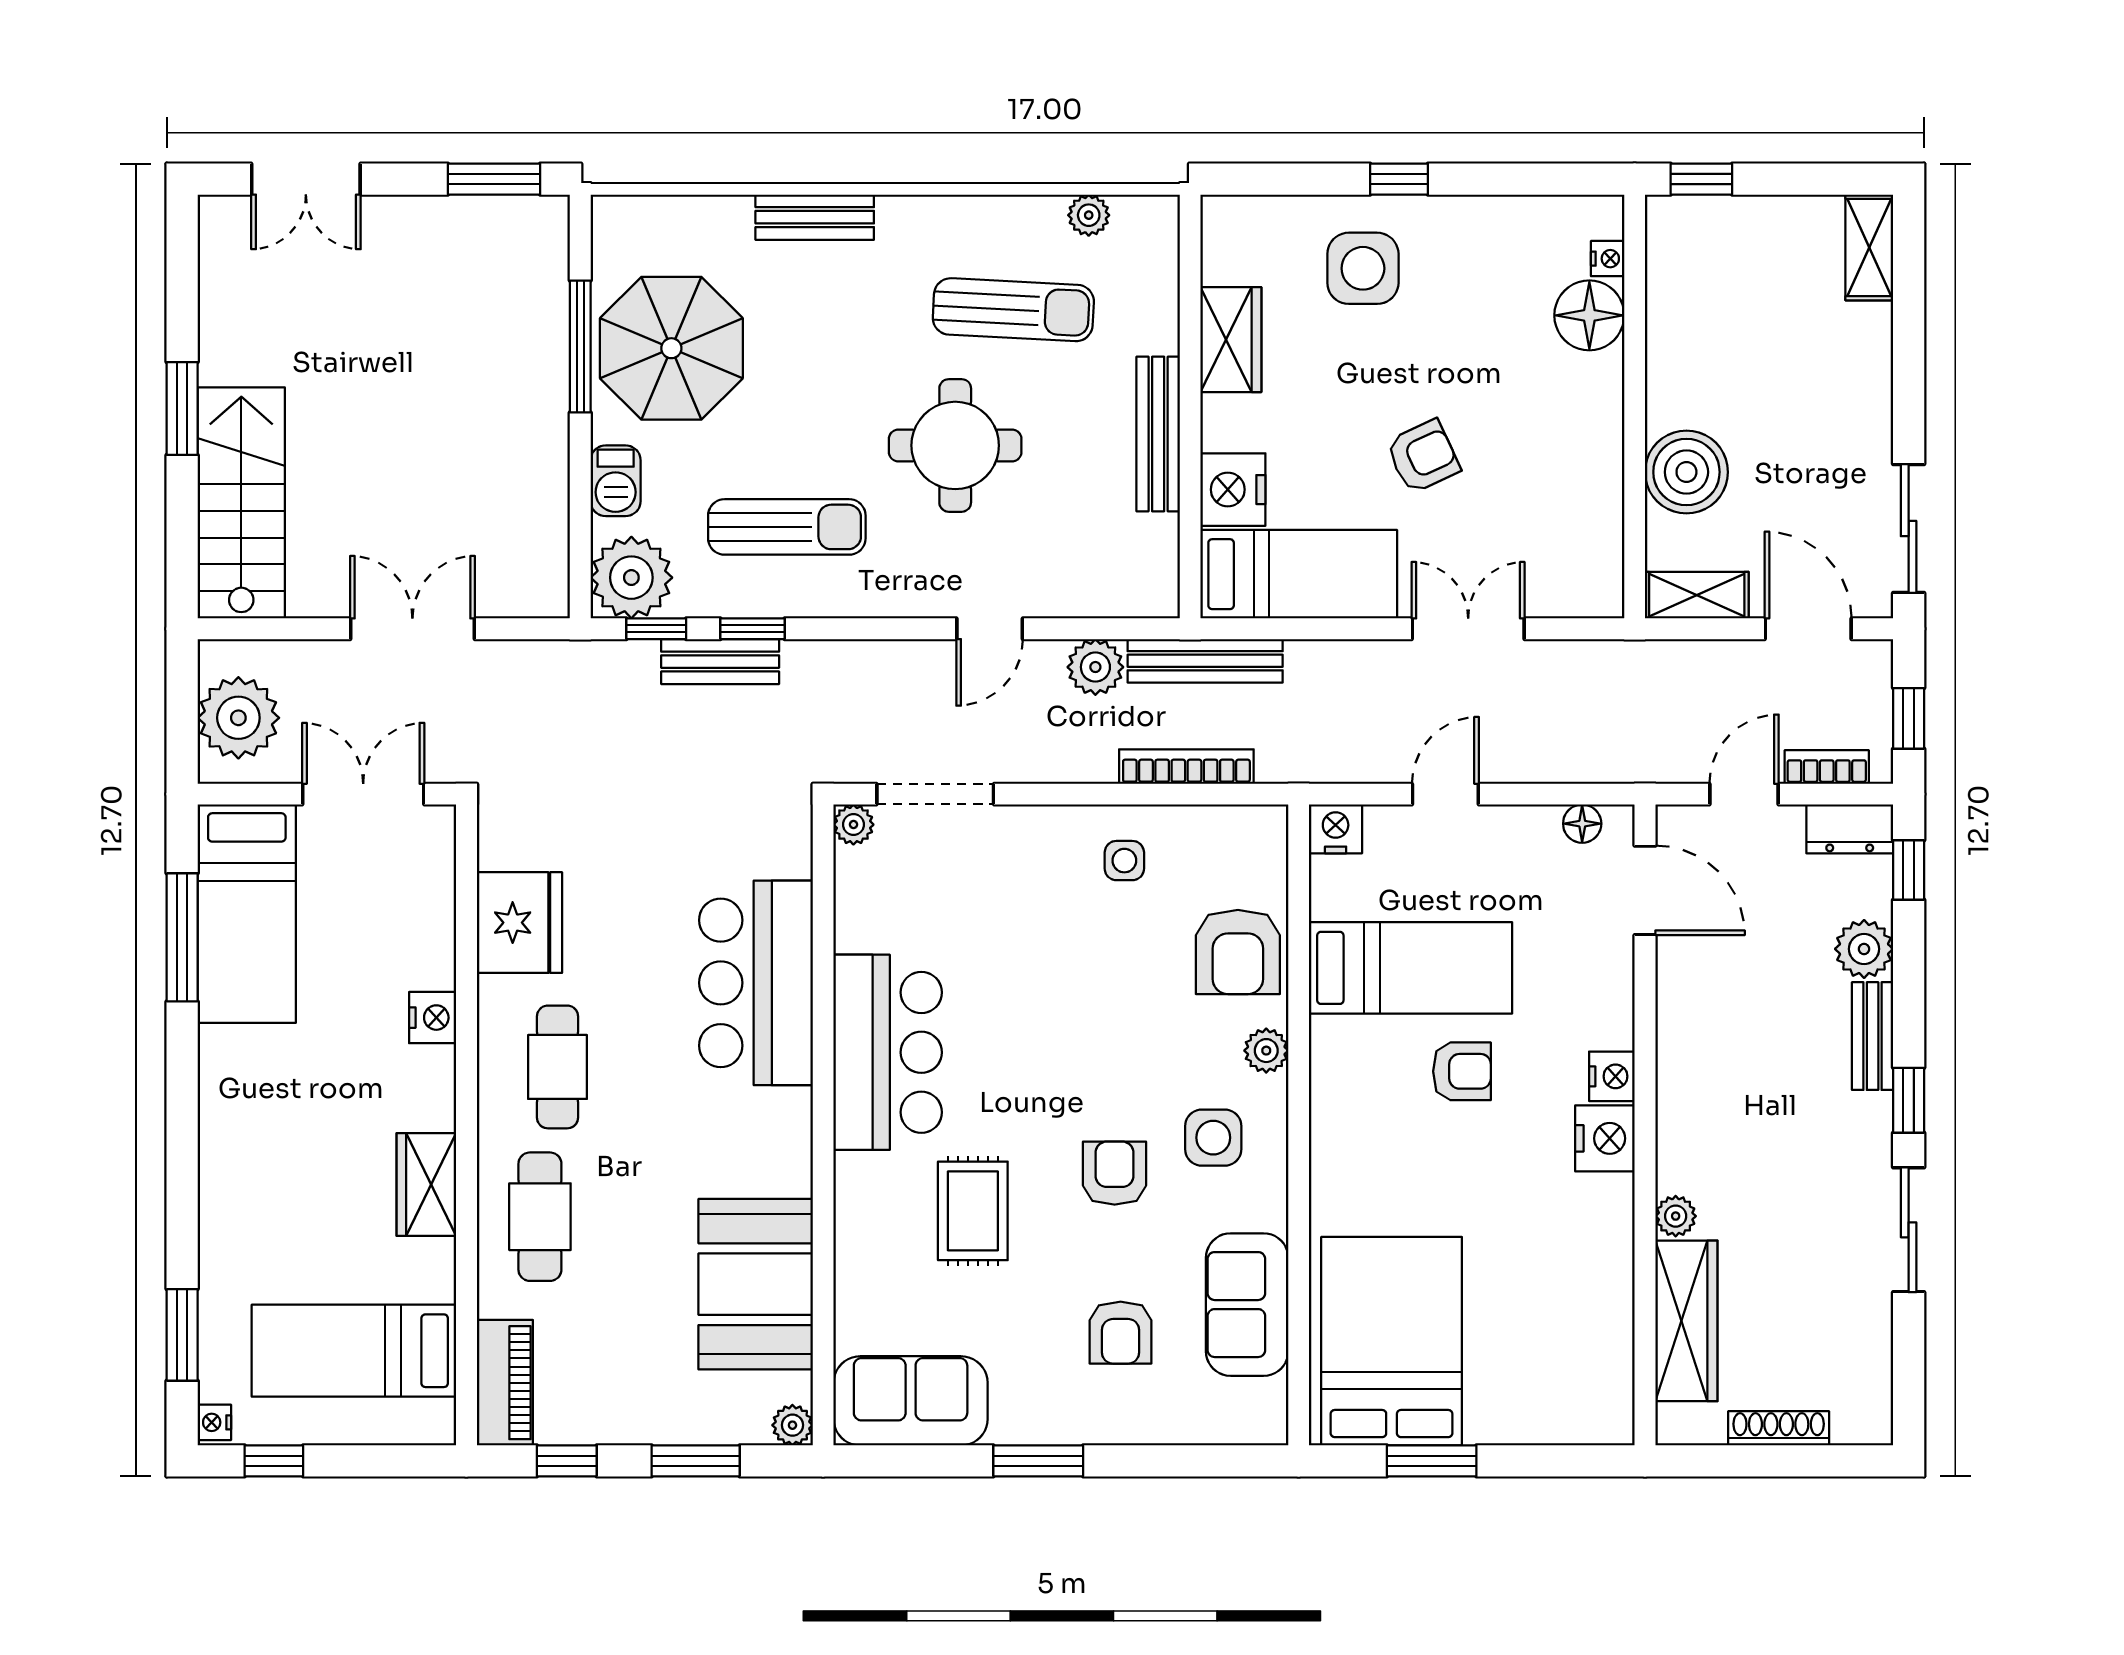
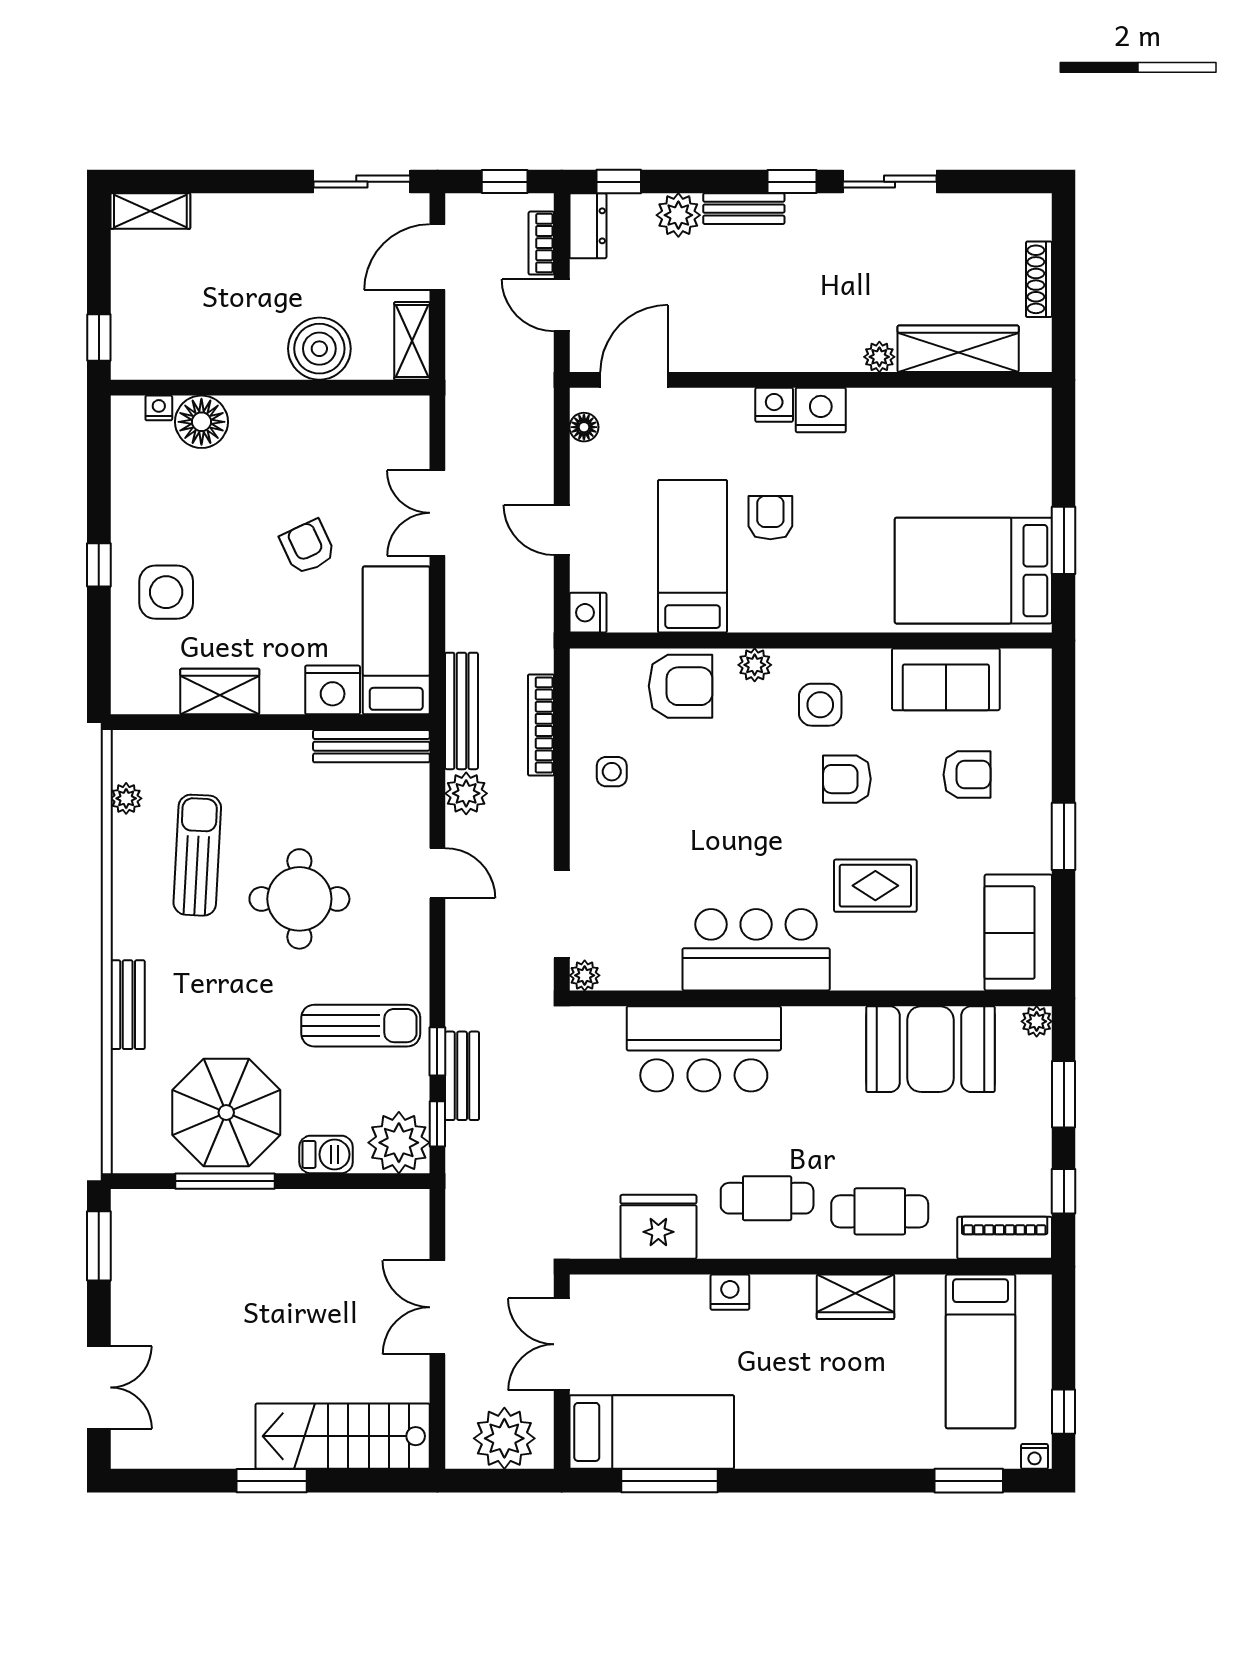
bench: (1158, 434) -> (371, 746), moved
sun lounger: (787, 527) -> (361, 1026), turned 90

